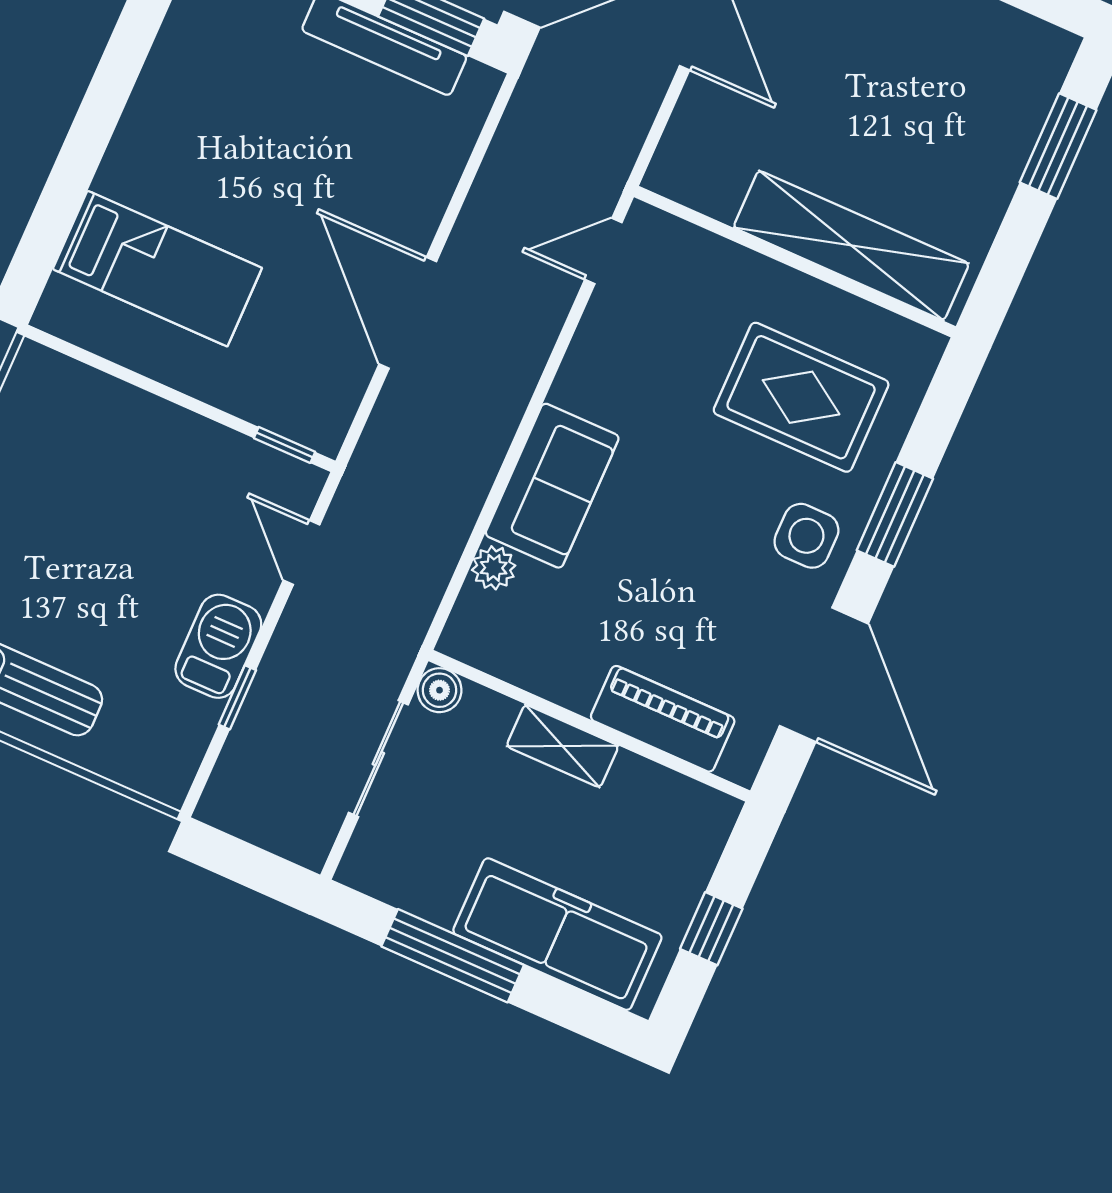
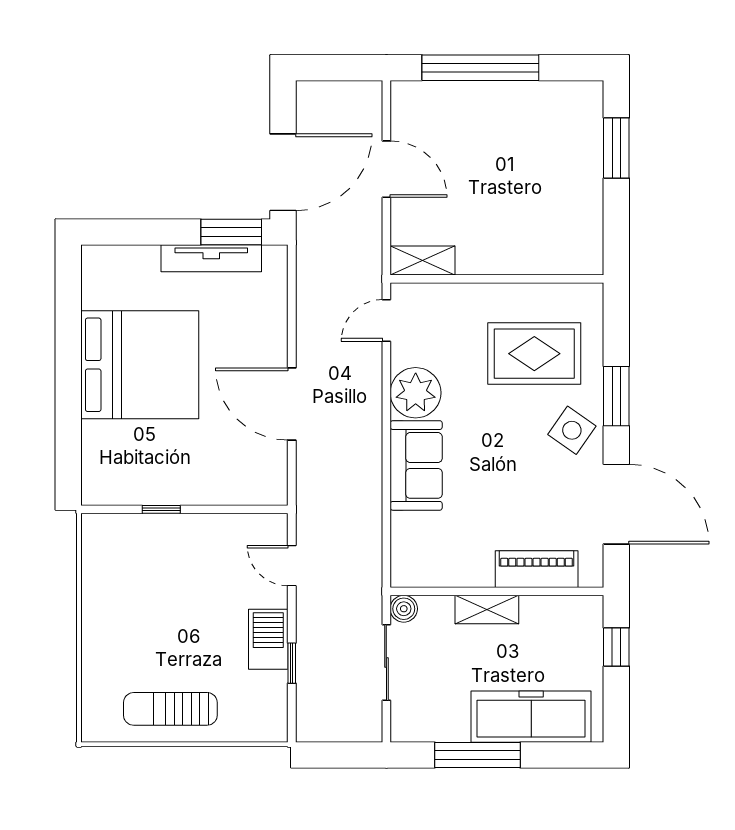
shelving: (851, 245) -> (423, 260), moved, width x0.45, depth x0.75
bed: (157, 269) -> (140, 365), moved, width x2.04
window: (284, 445) -> (161, 509), moved
side table: (806, 536) -> (572, 430), turned 35
plant: (494, 568) -> (416, 393), moved, width x1.87, depth x1.87
window: (711, 929) -> (616, 647), moved

